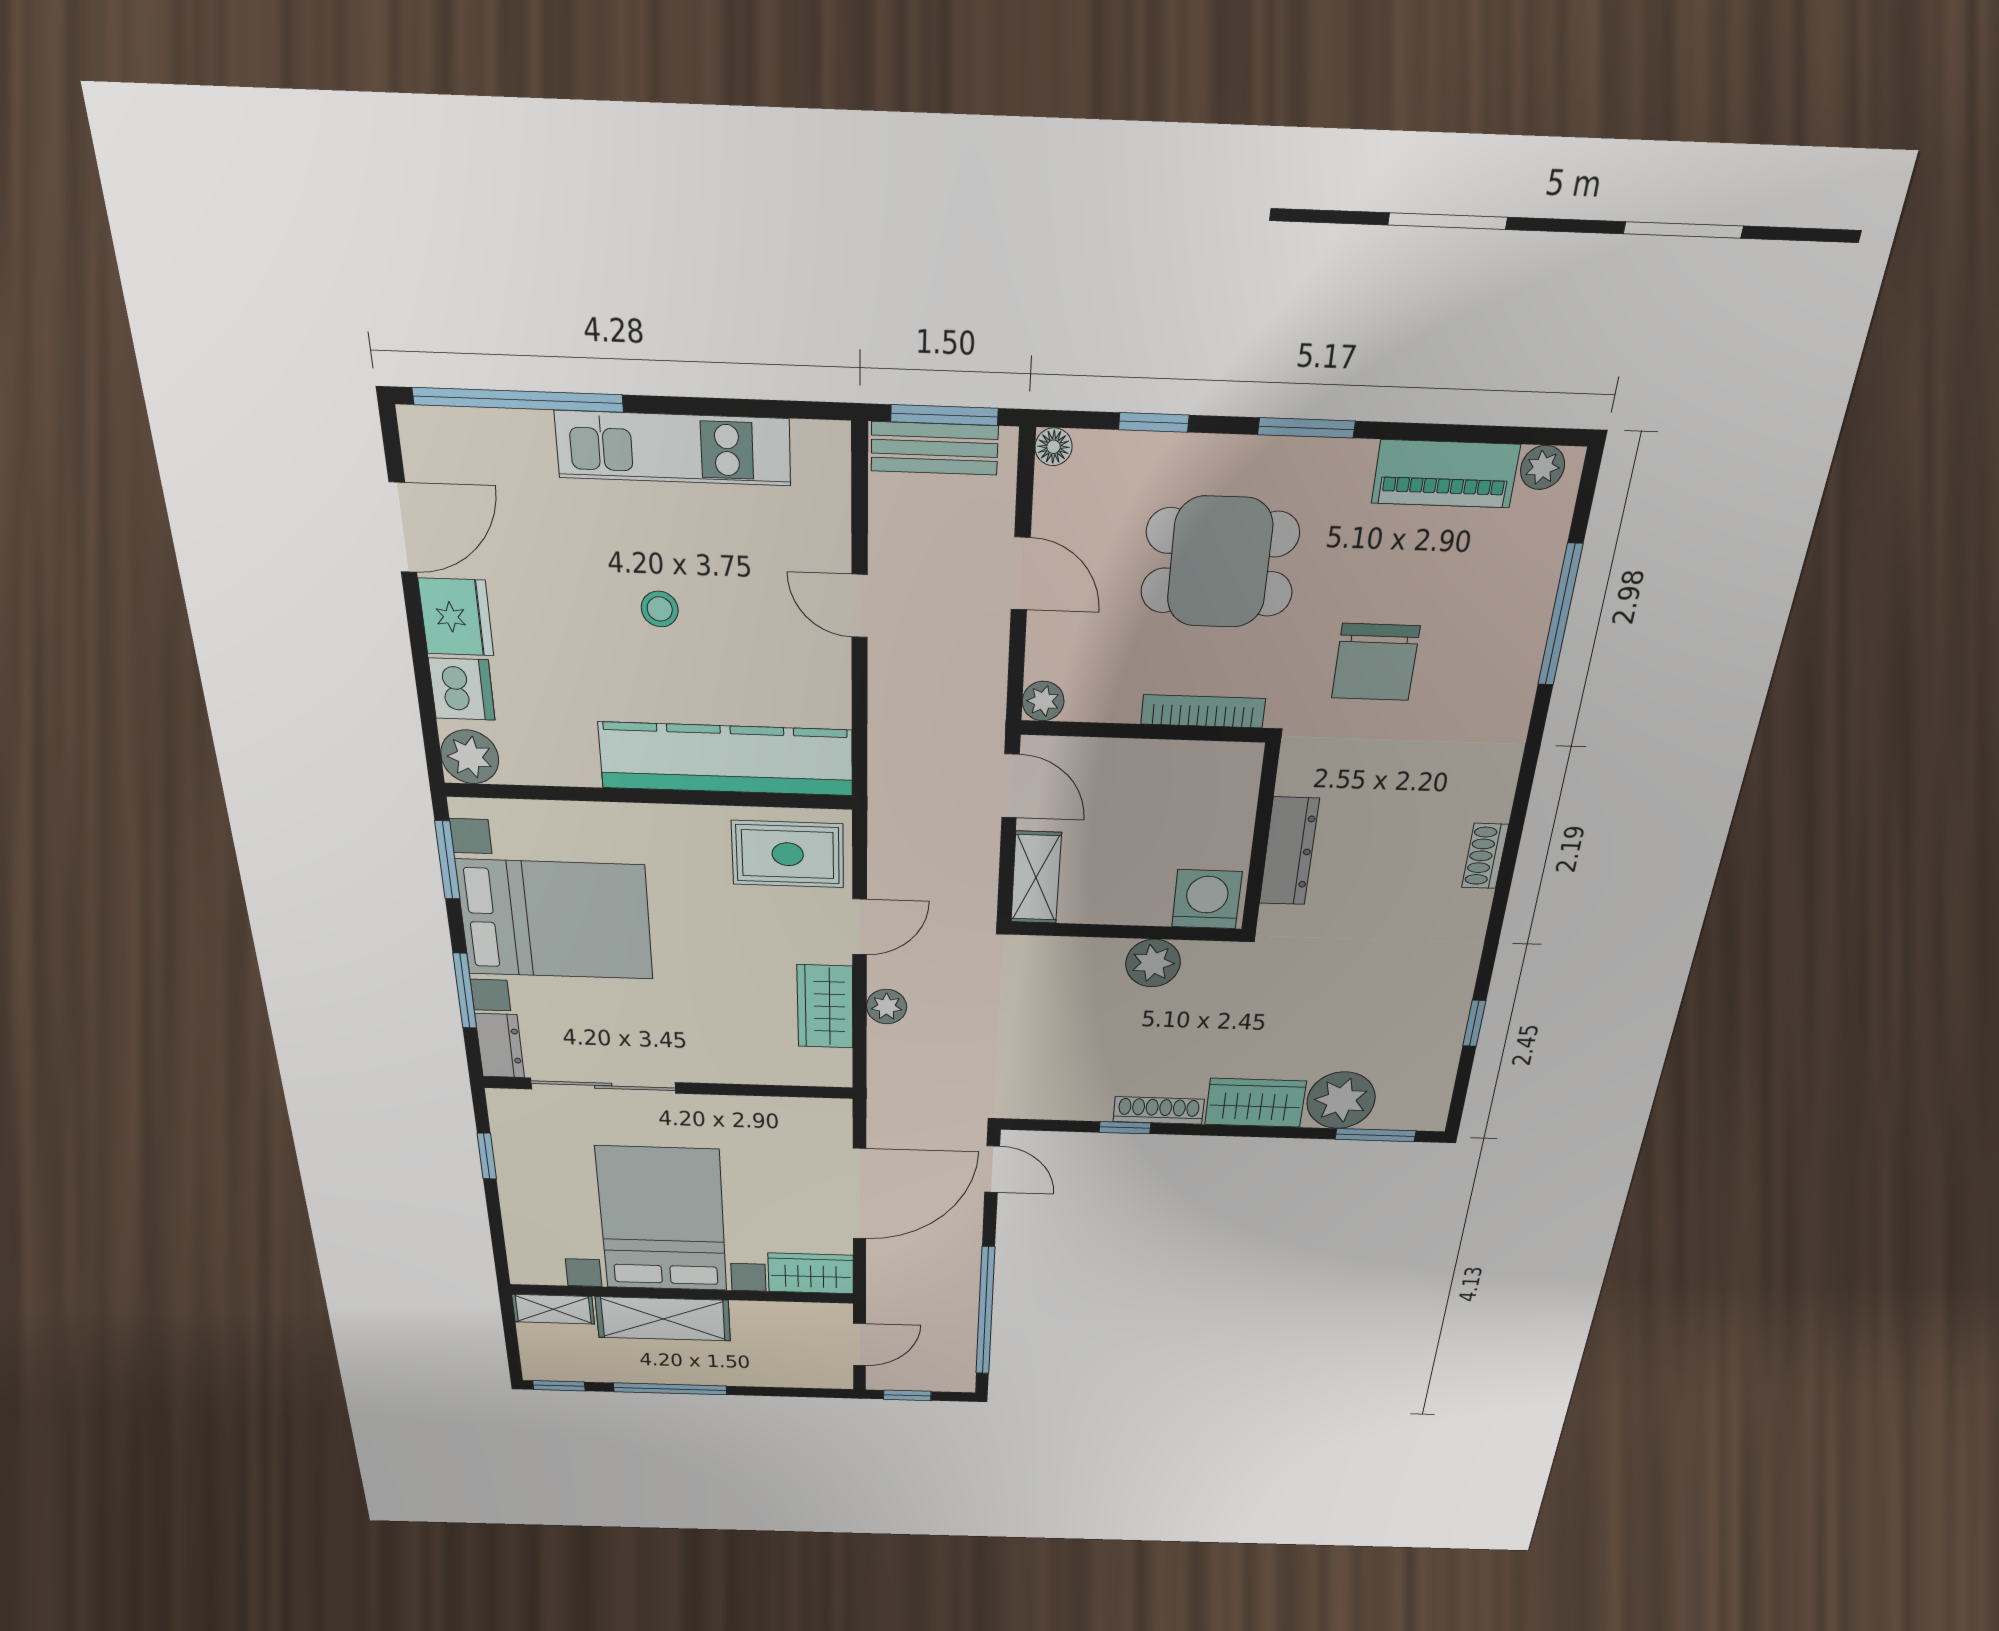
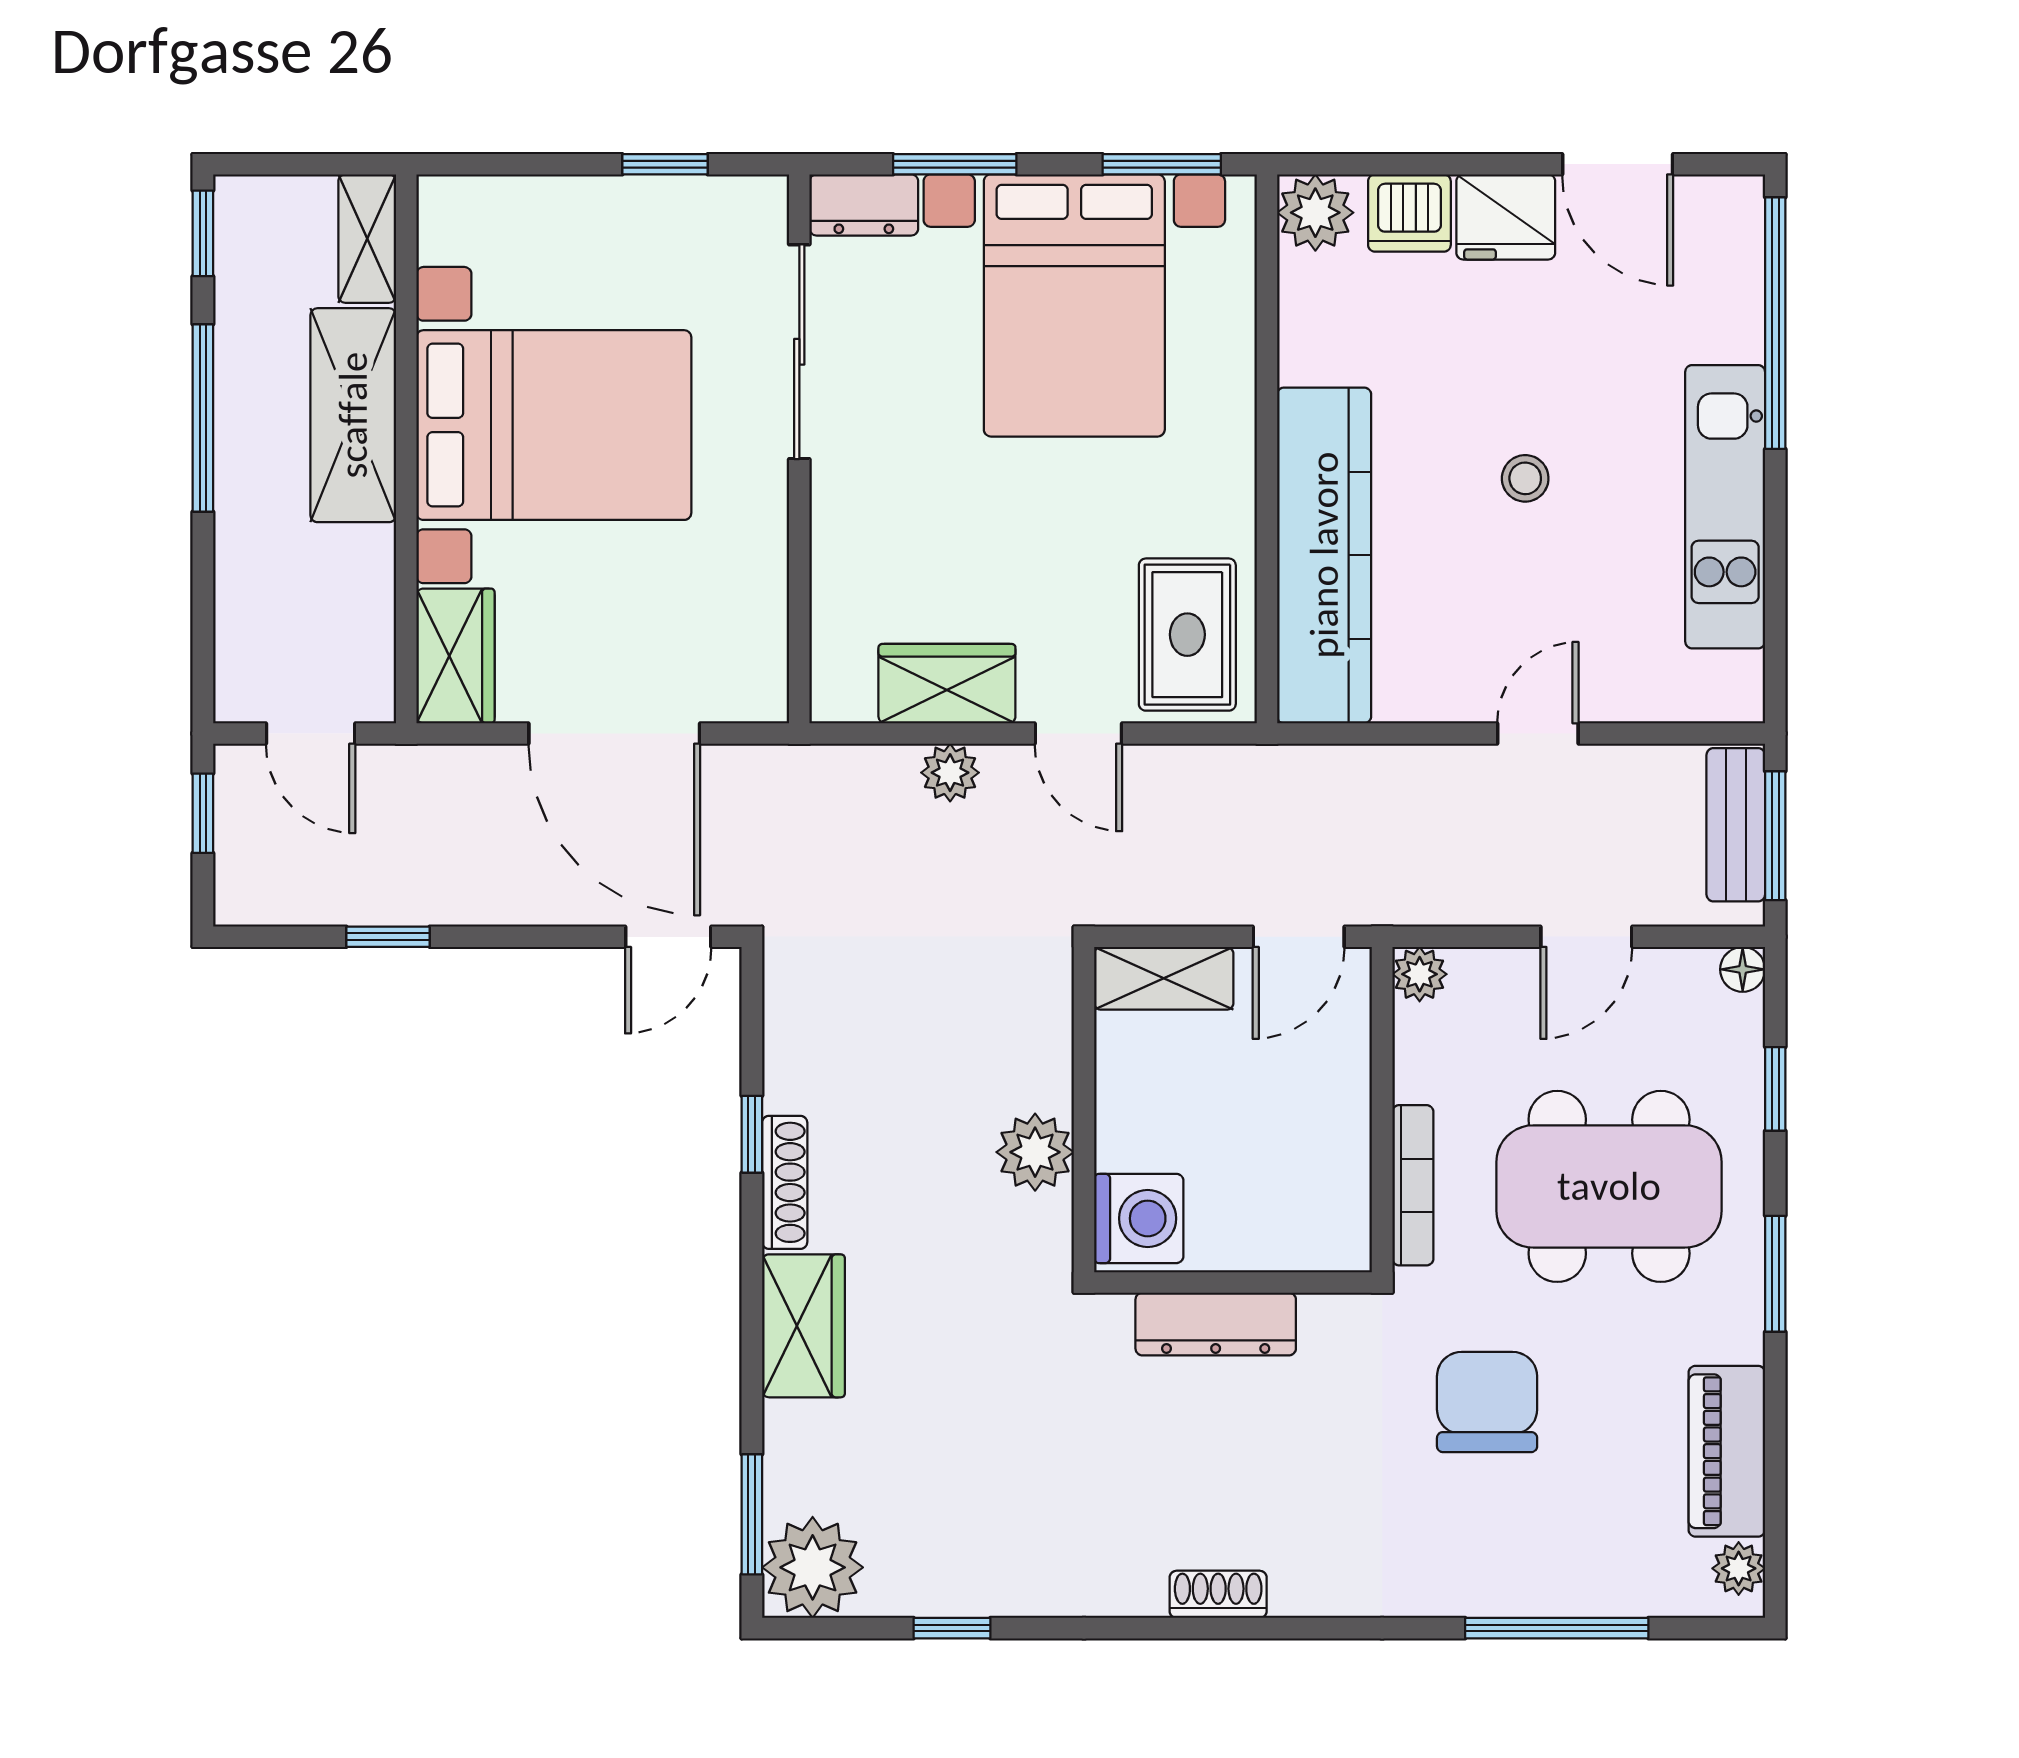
dining table: (1220, 562) -> (1609, 1186), width x1.38
chair: (1376, 662) -> (1487, 1402), turned 90
plant: (1341, 1100) -> (813, 1567), moved
window: (985, 1311) -> (388, 937), width x0.32

